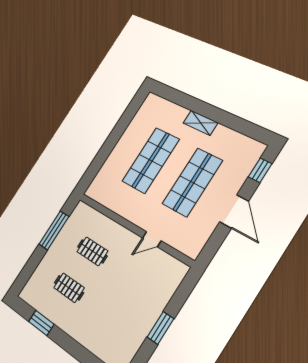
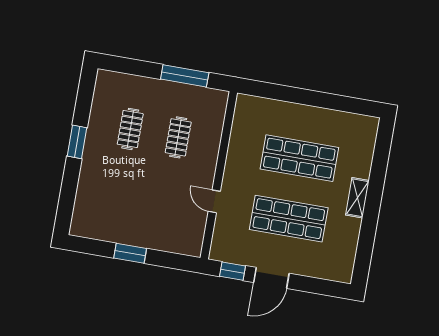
window: (260, 170) -> (232, 271), moved
window: (41, 323) -> (77, 142), moved

